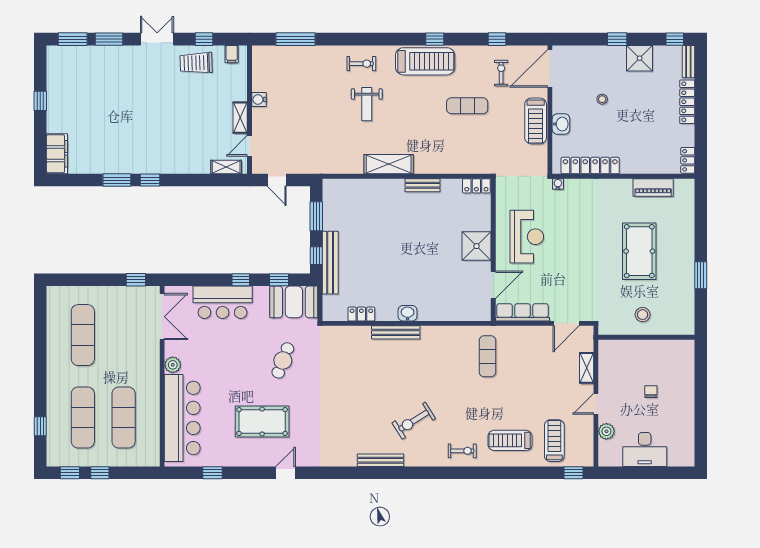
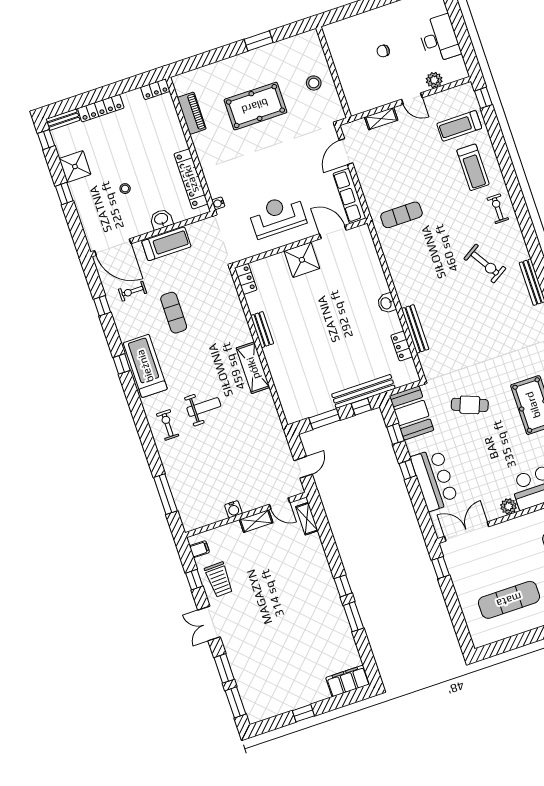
door: (566, 323) -> (346, 152), swing flipped
bench: (396, 332) -> (415, 329), moved

